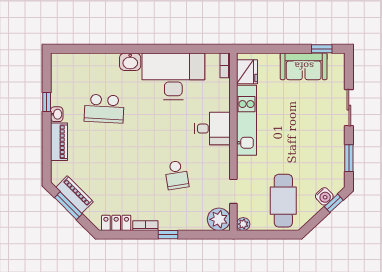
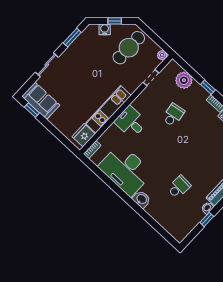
sofa: (304, 66) -> (41, 101), moved
school desk: (104, 109) -> (179, 187), width x0.54
window: (334, 203) -> (115, 21), moved
plant: (219, 219) -> (184, 80), moved

